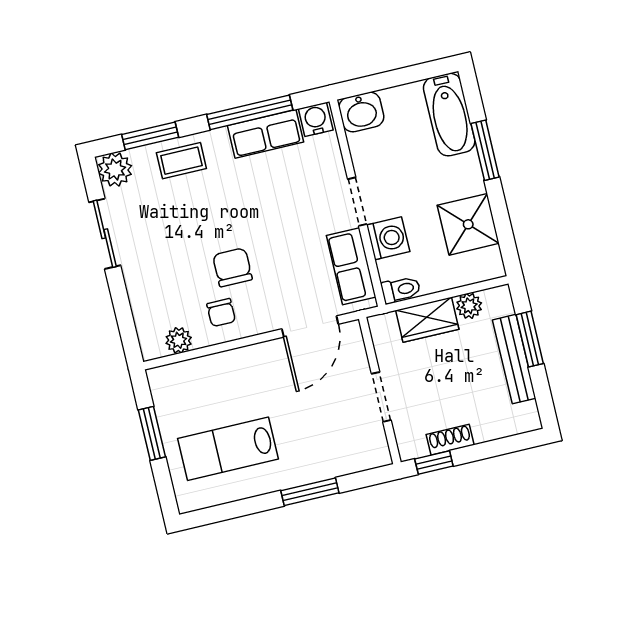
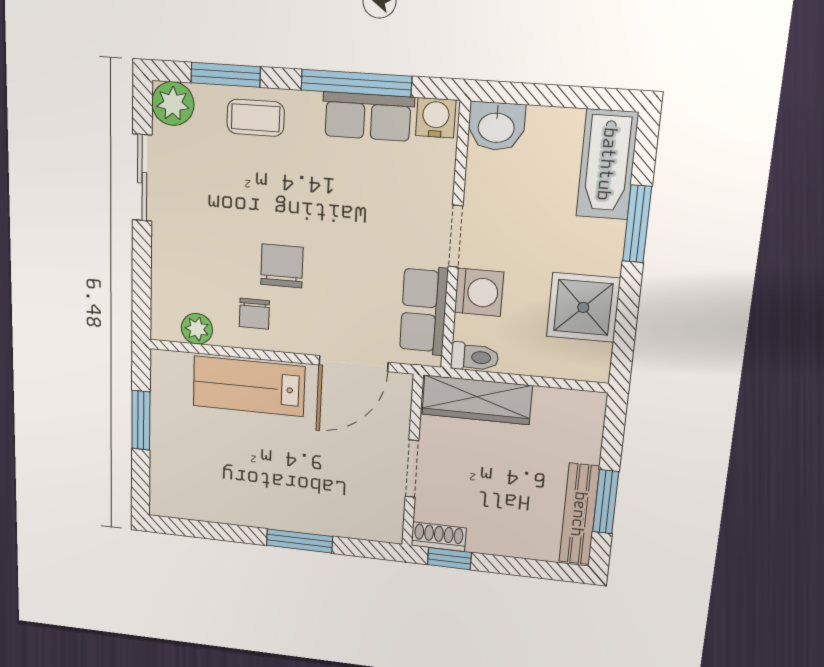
plant: (469, 306) -> (551, 402), removed
wardrobe: (427, 320) -> (477, 400), width x1.50
window: (530, 339) -> (606, 502), moved
bench: (514, 359) -> (579, 514), moved
shoe rack: (450, 440) -> (439, 537), moved
lab bench: (228, 449) -> (249, 386), moved

